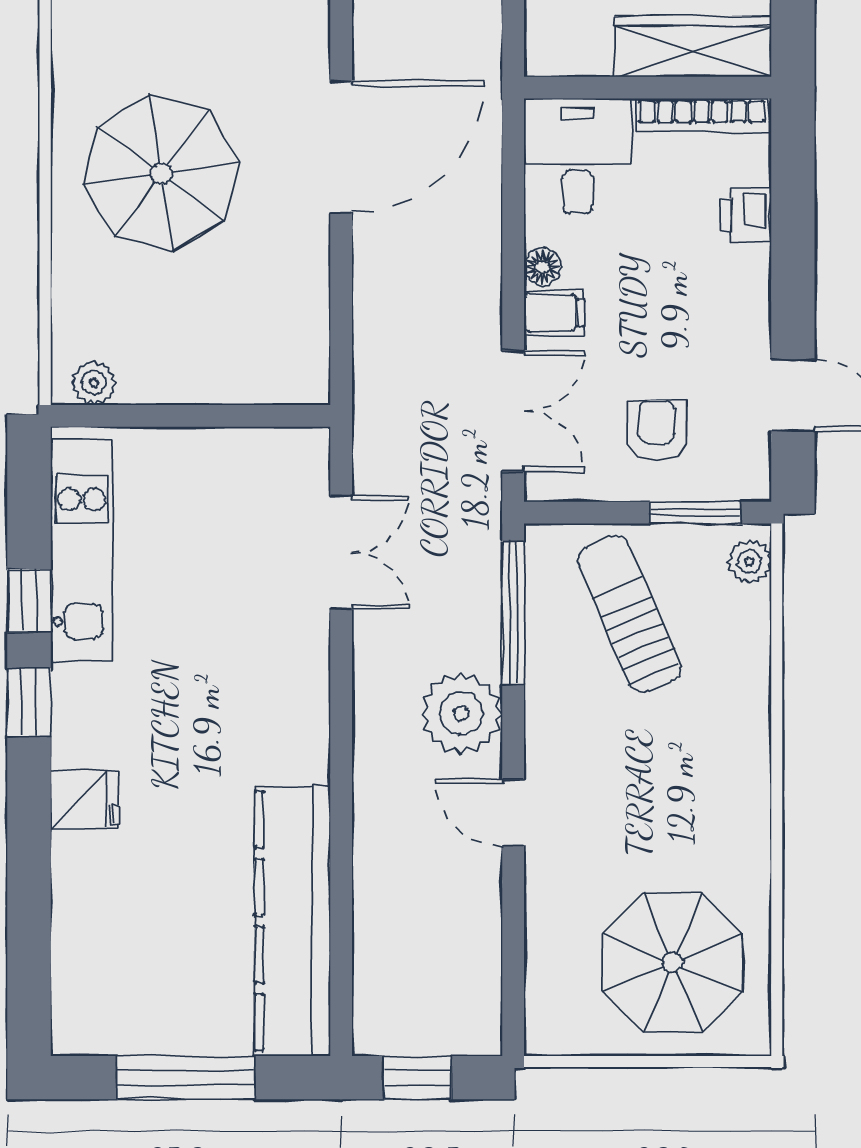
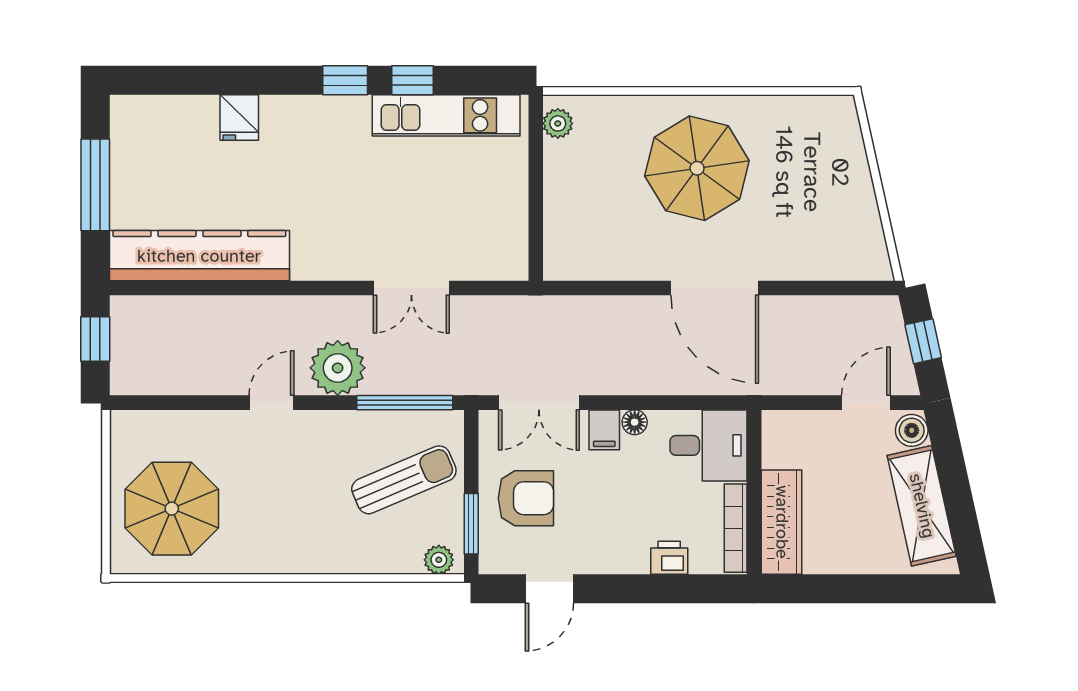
armchair: (657, 431) -> (526, 498), width x1.38, depth x1.38
double door: (341, 552) -> (411, 288), moved
fridge: (85, 800) -> (239, 118), moved

